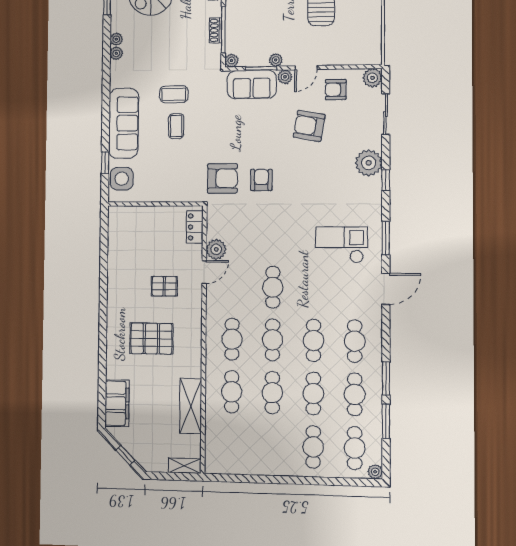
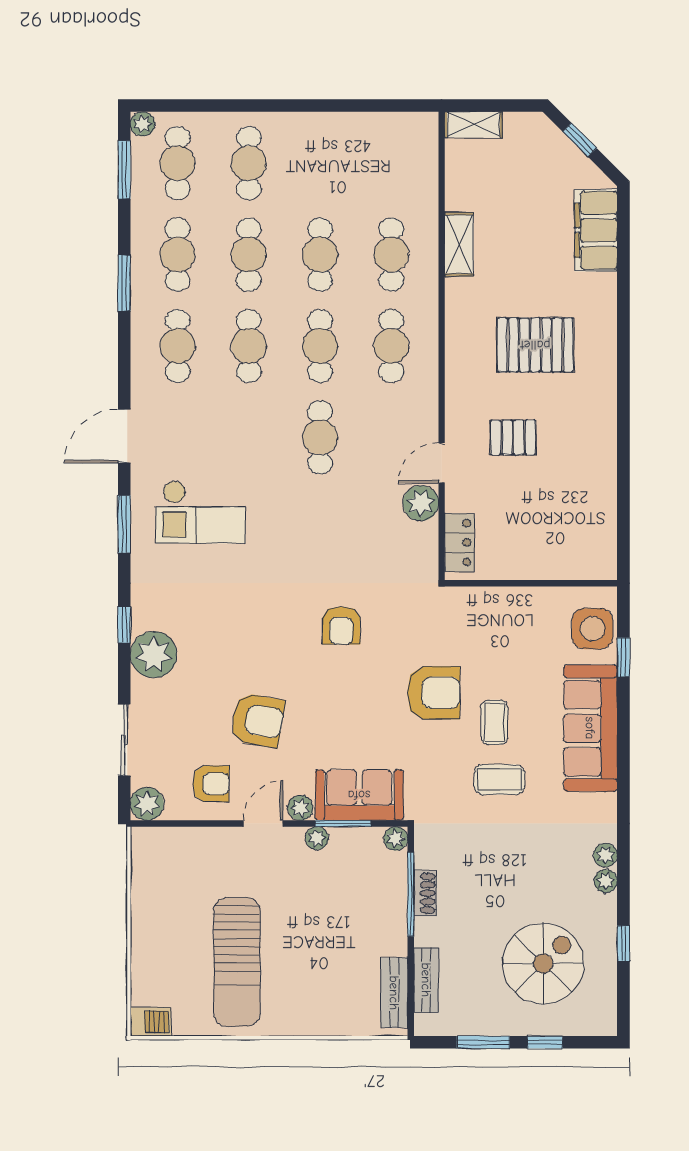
armchair: (222, 178) -> (434, 693), moved, turned 180
shelving: (191, 406) -> (459, 244), width x0.67, depth x0.75
window: (386, 421) -> (124, 170), moved

